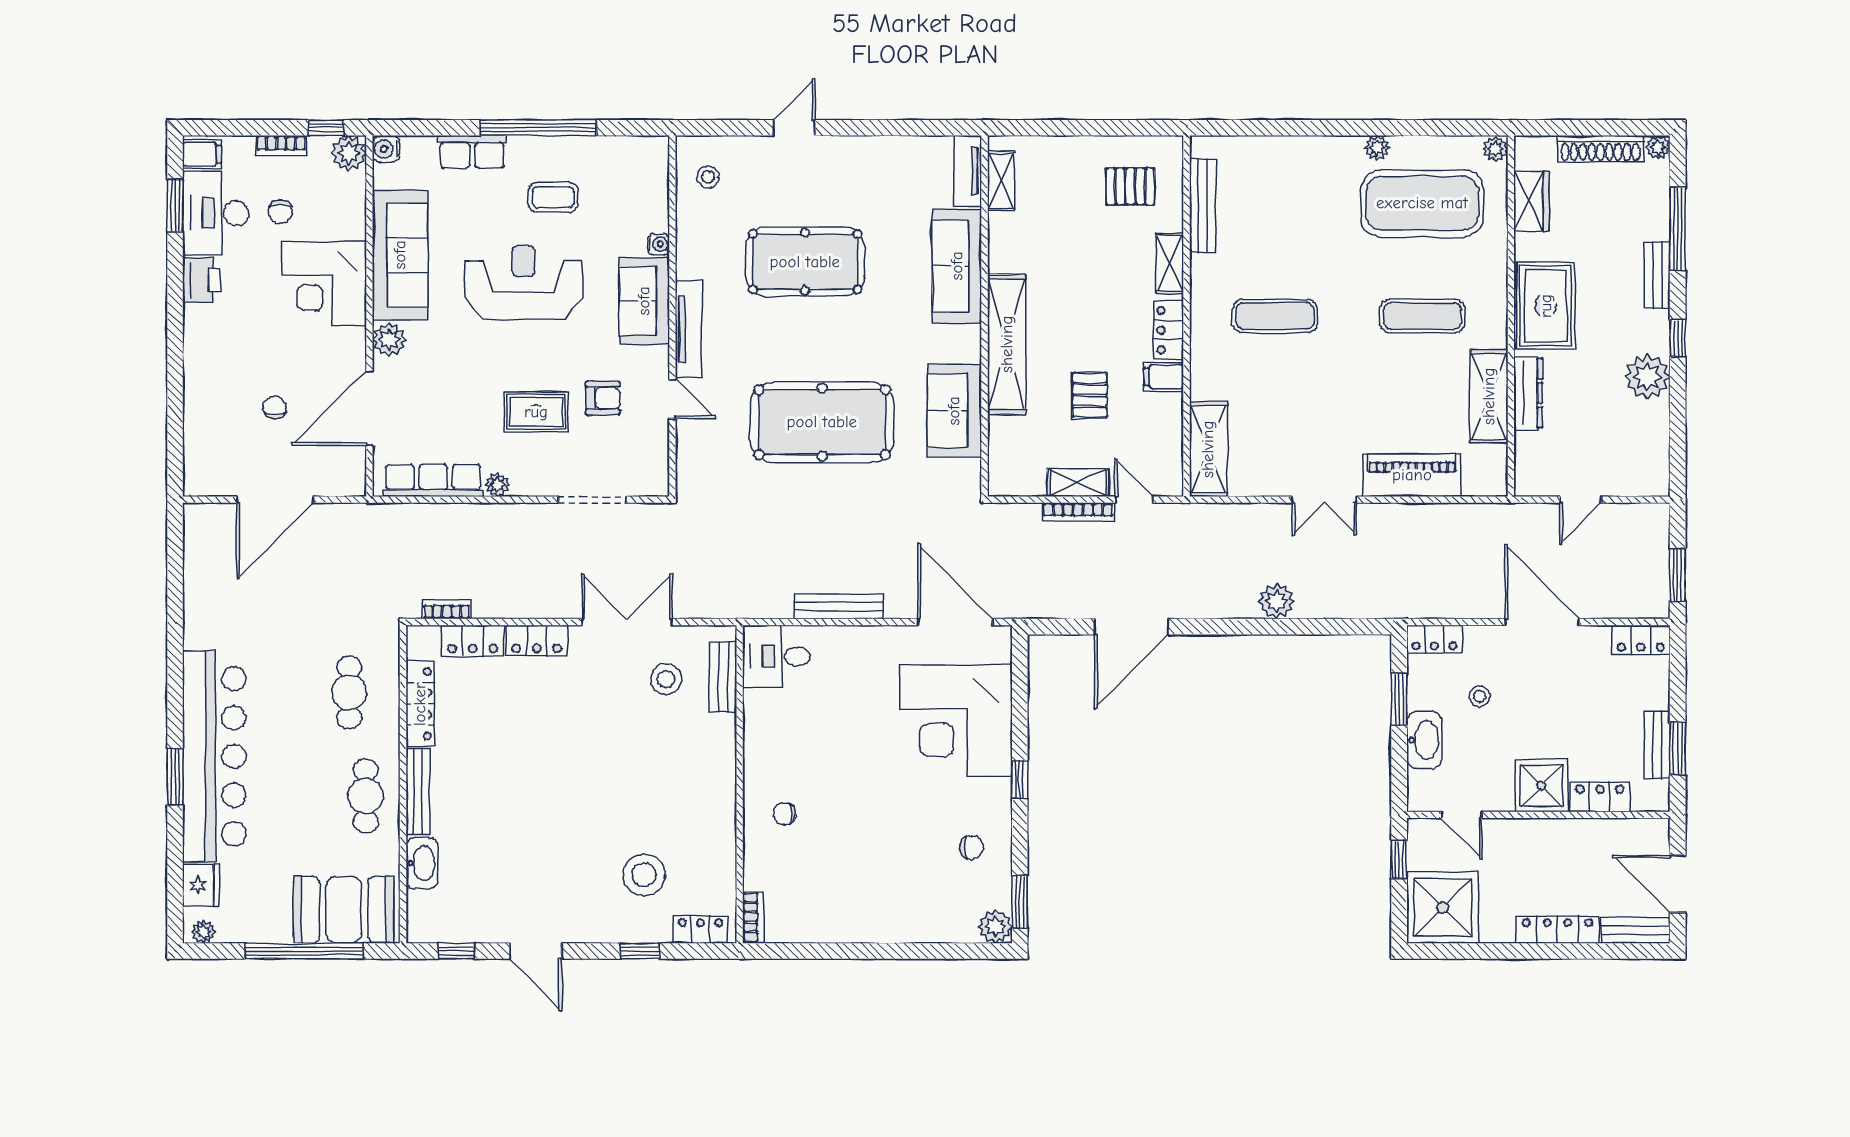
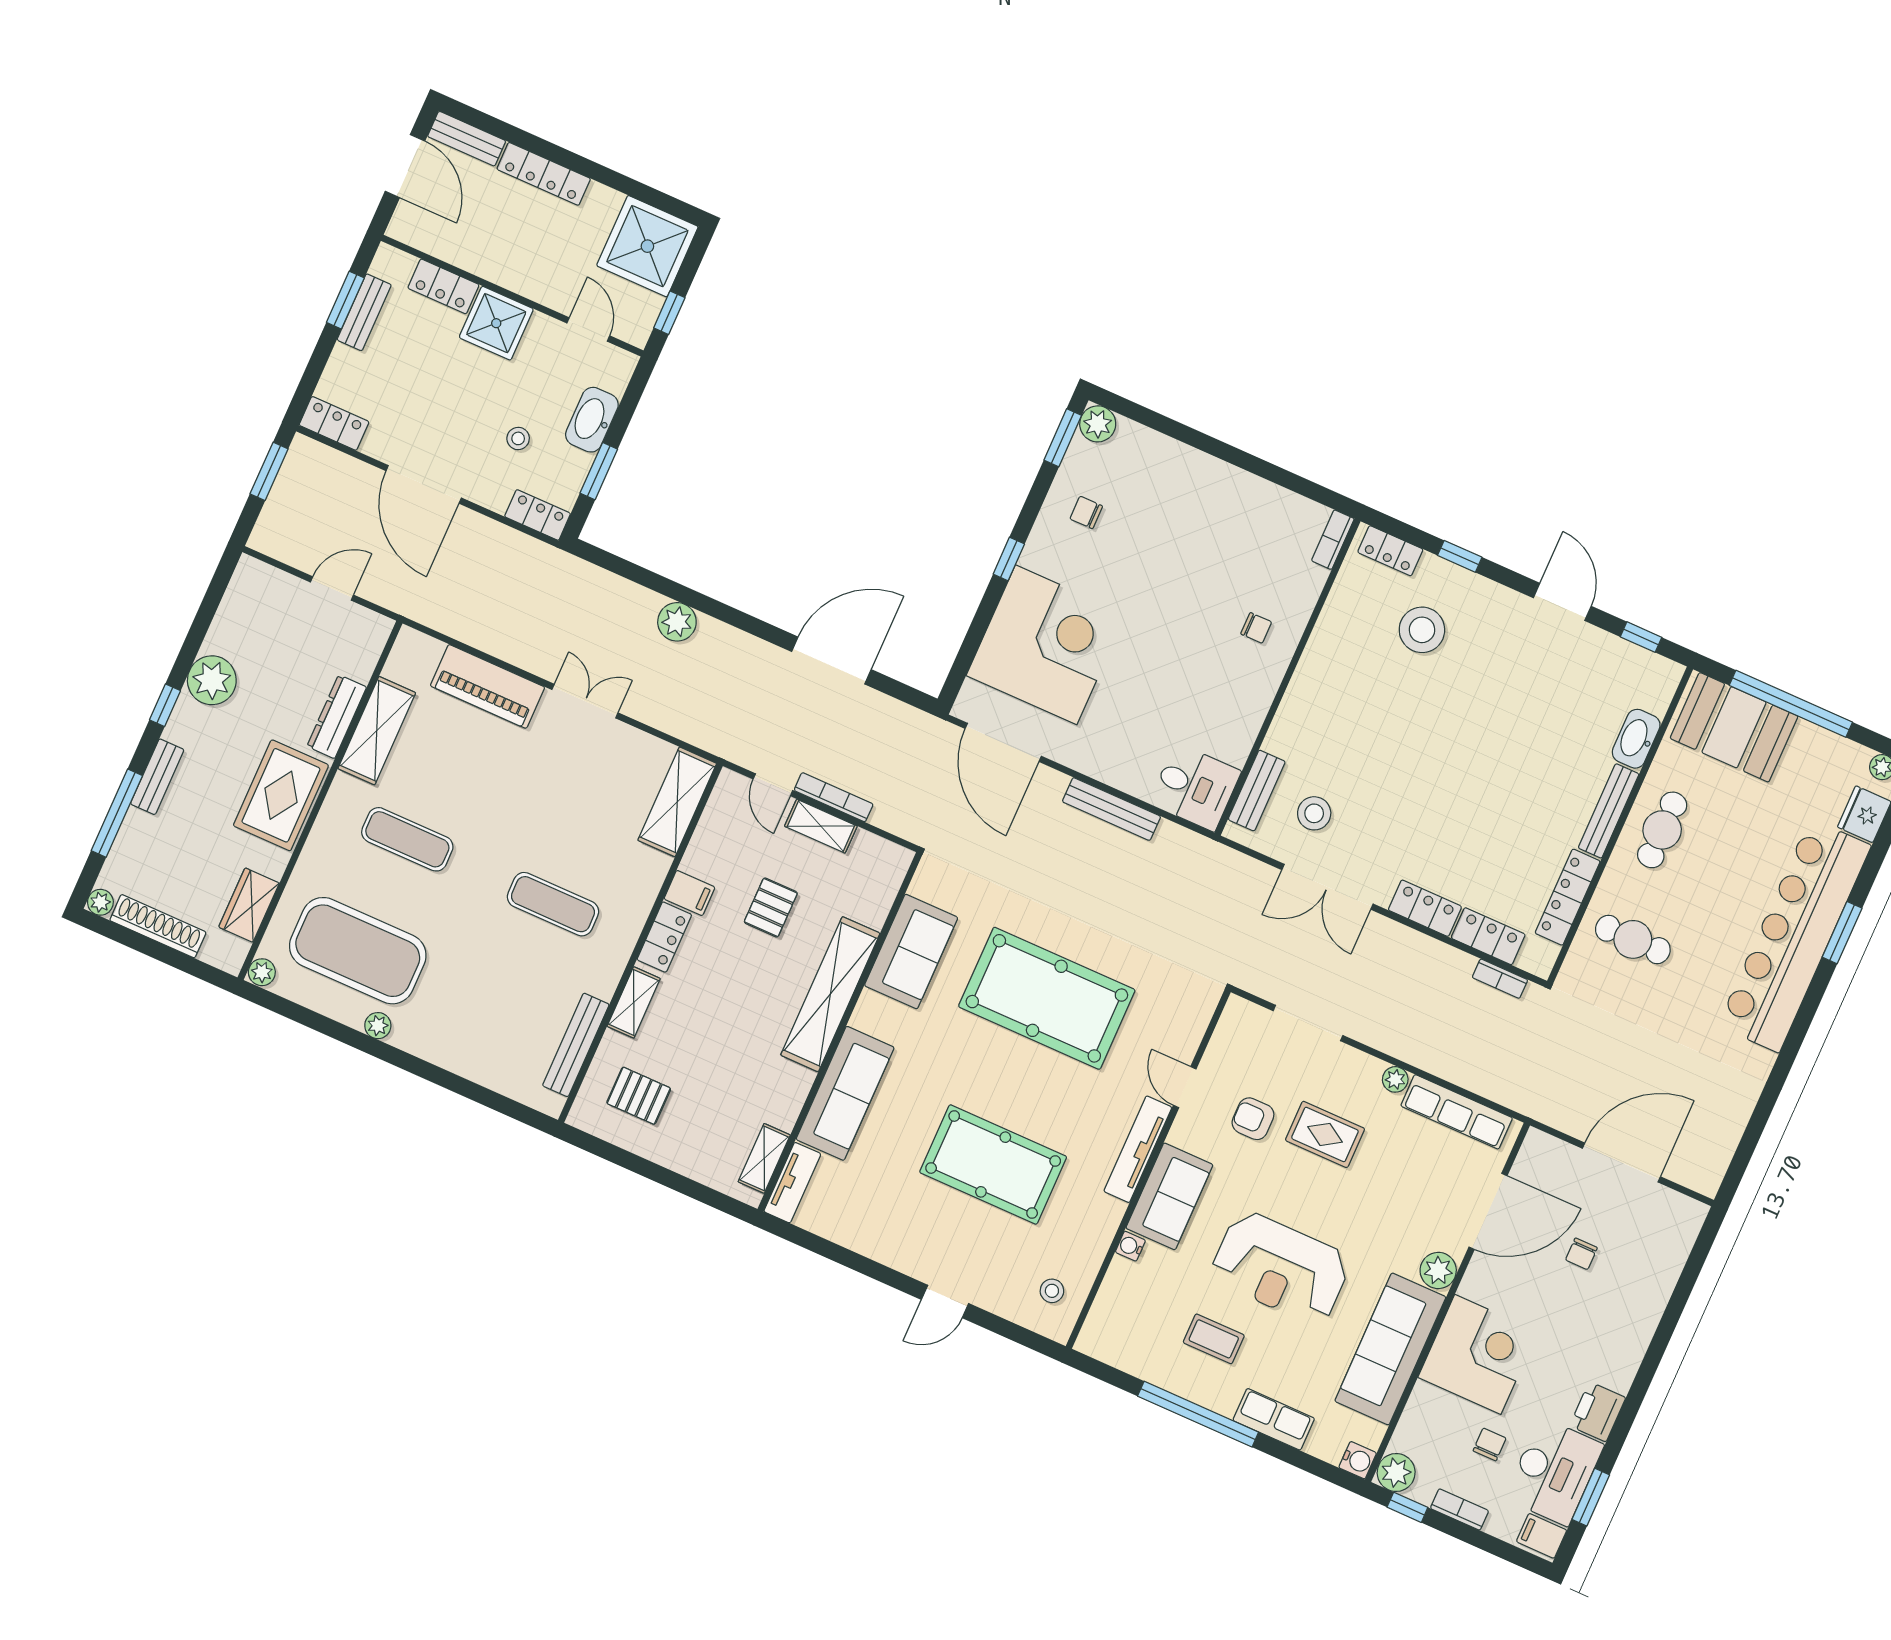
cafe table: (349, 692) -> (1633, 939), turned 90

